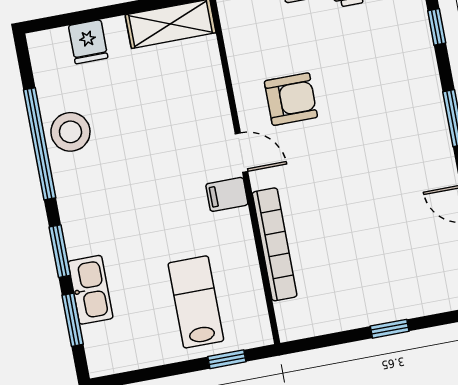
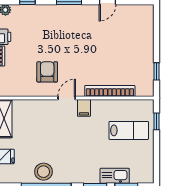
lab bench: (196, 302) -> (129, 130), turned 180
window: (390, 329) -> (157, 71), moved

